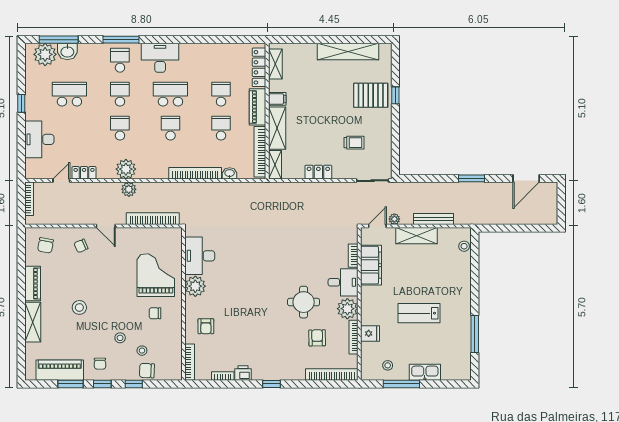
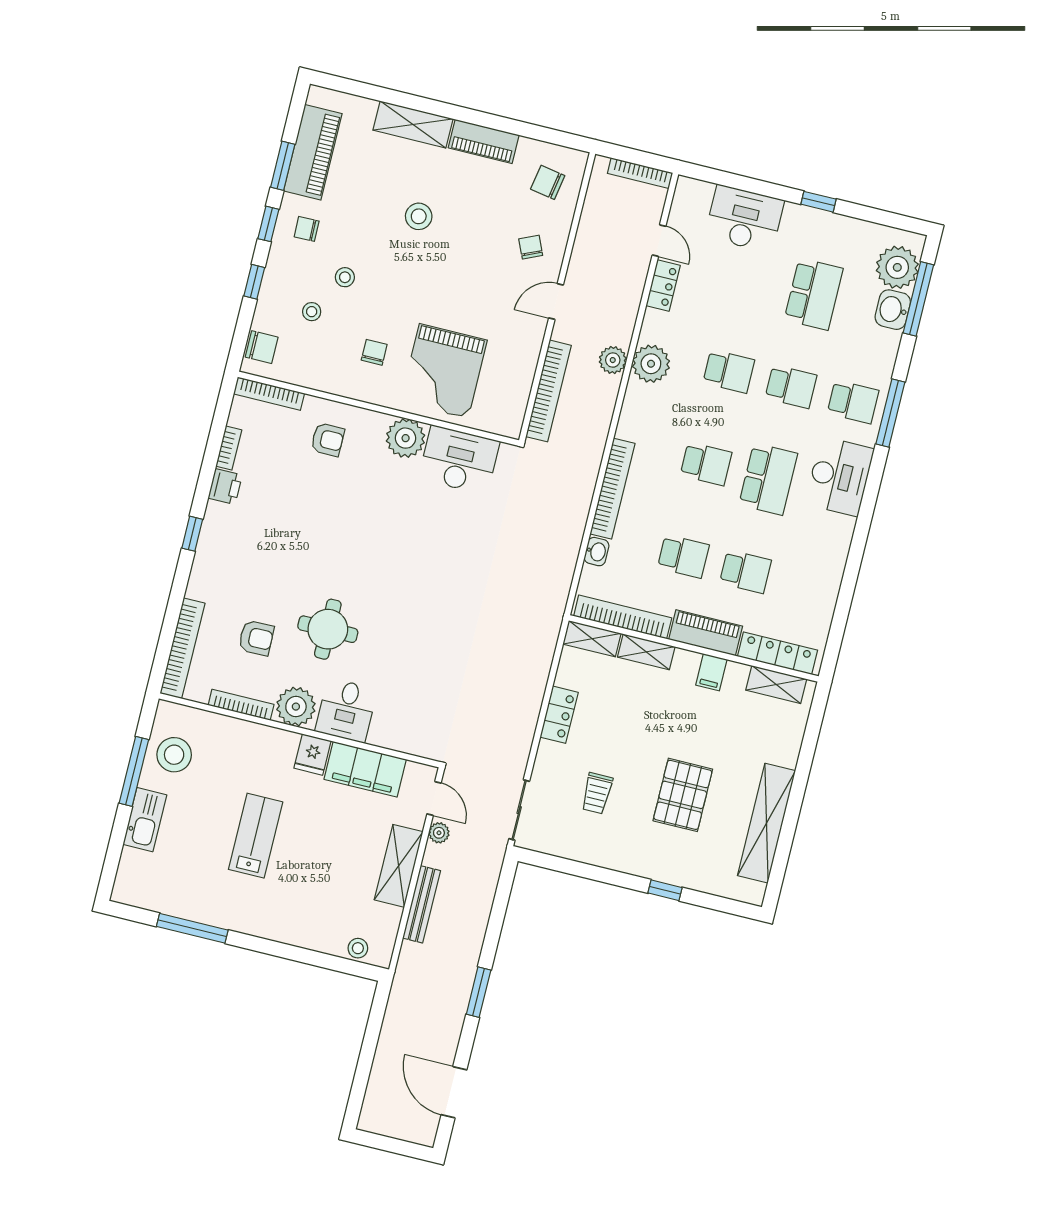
pallet: (371, 95) -> (683, 795), moved
shelving: (277, 128) -> (646, 652), width x0.67, depth x0.75
bookcase: (353, 256) -> (390, 741), removed
grand piano: (156, 275) -> (444, 371), turned 90
armchair: (206, 326) -> (328, 440), turned 180
fridge: (370, 333) -> (312, 755), moved
stool: (388, 365) -> (174, 755), width x1.89, depth x1.89
chair: (147, 371) -> (262, 347), moved, turned 88

